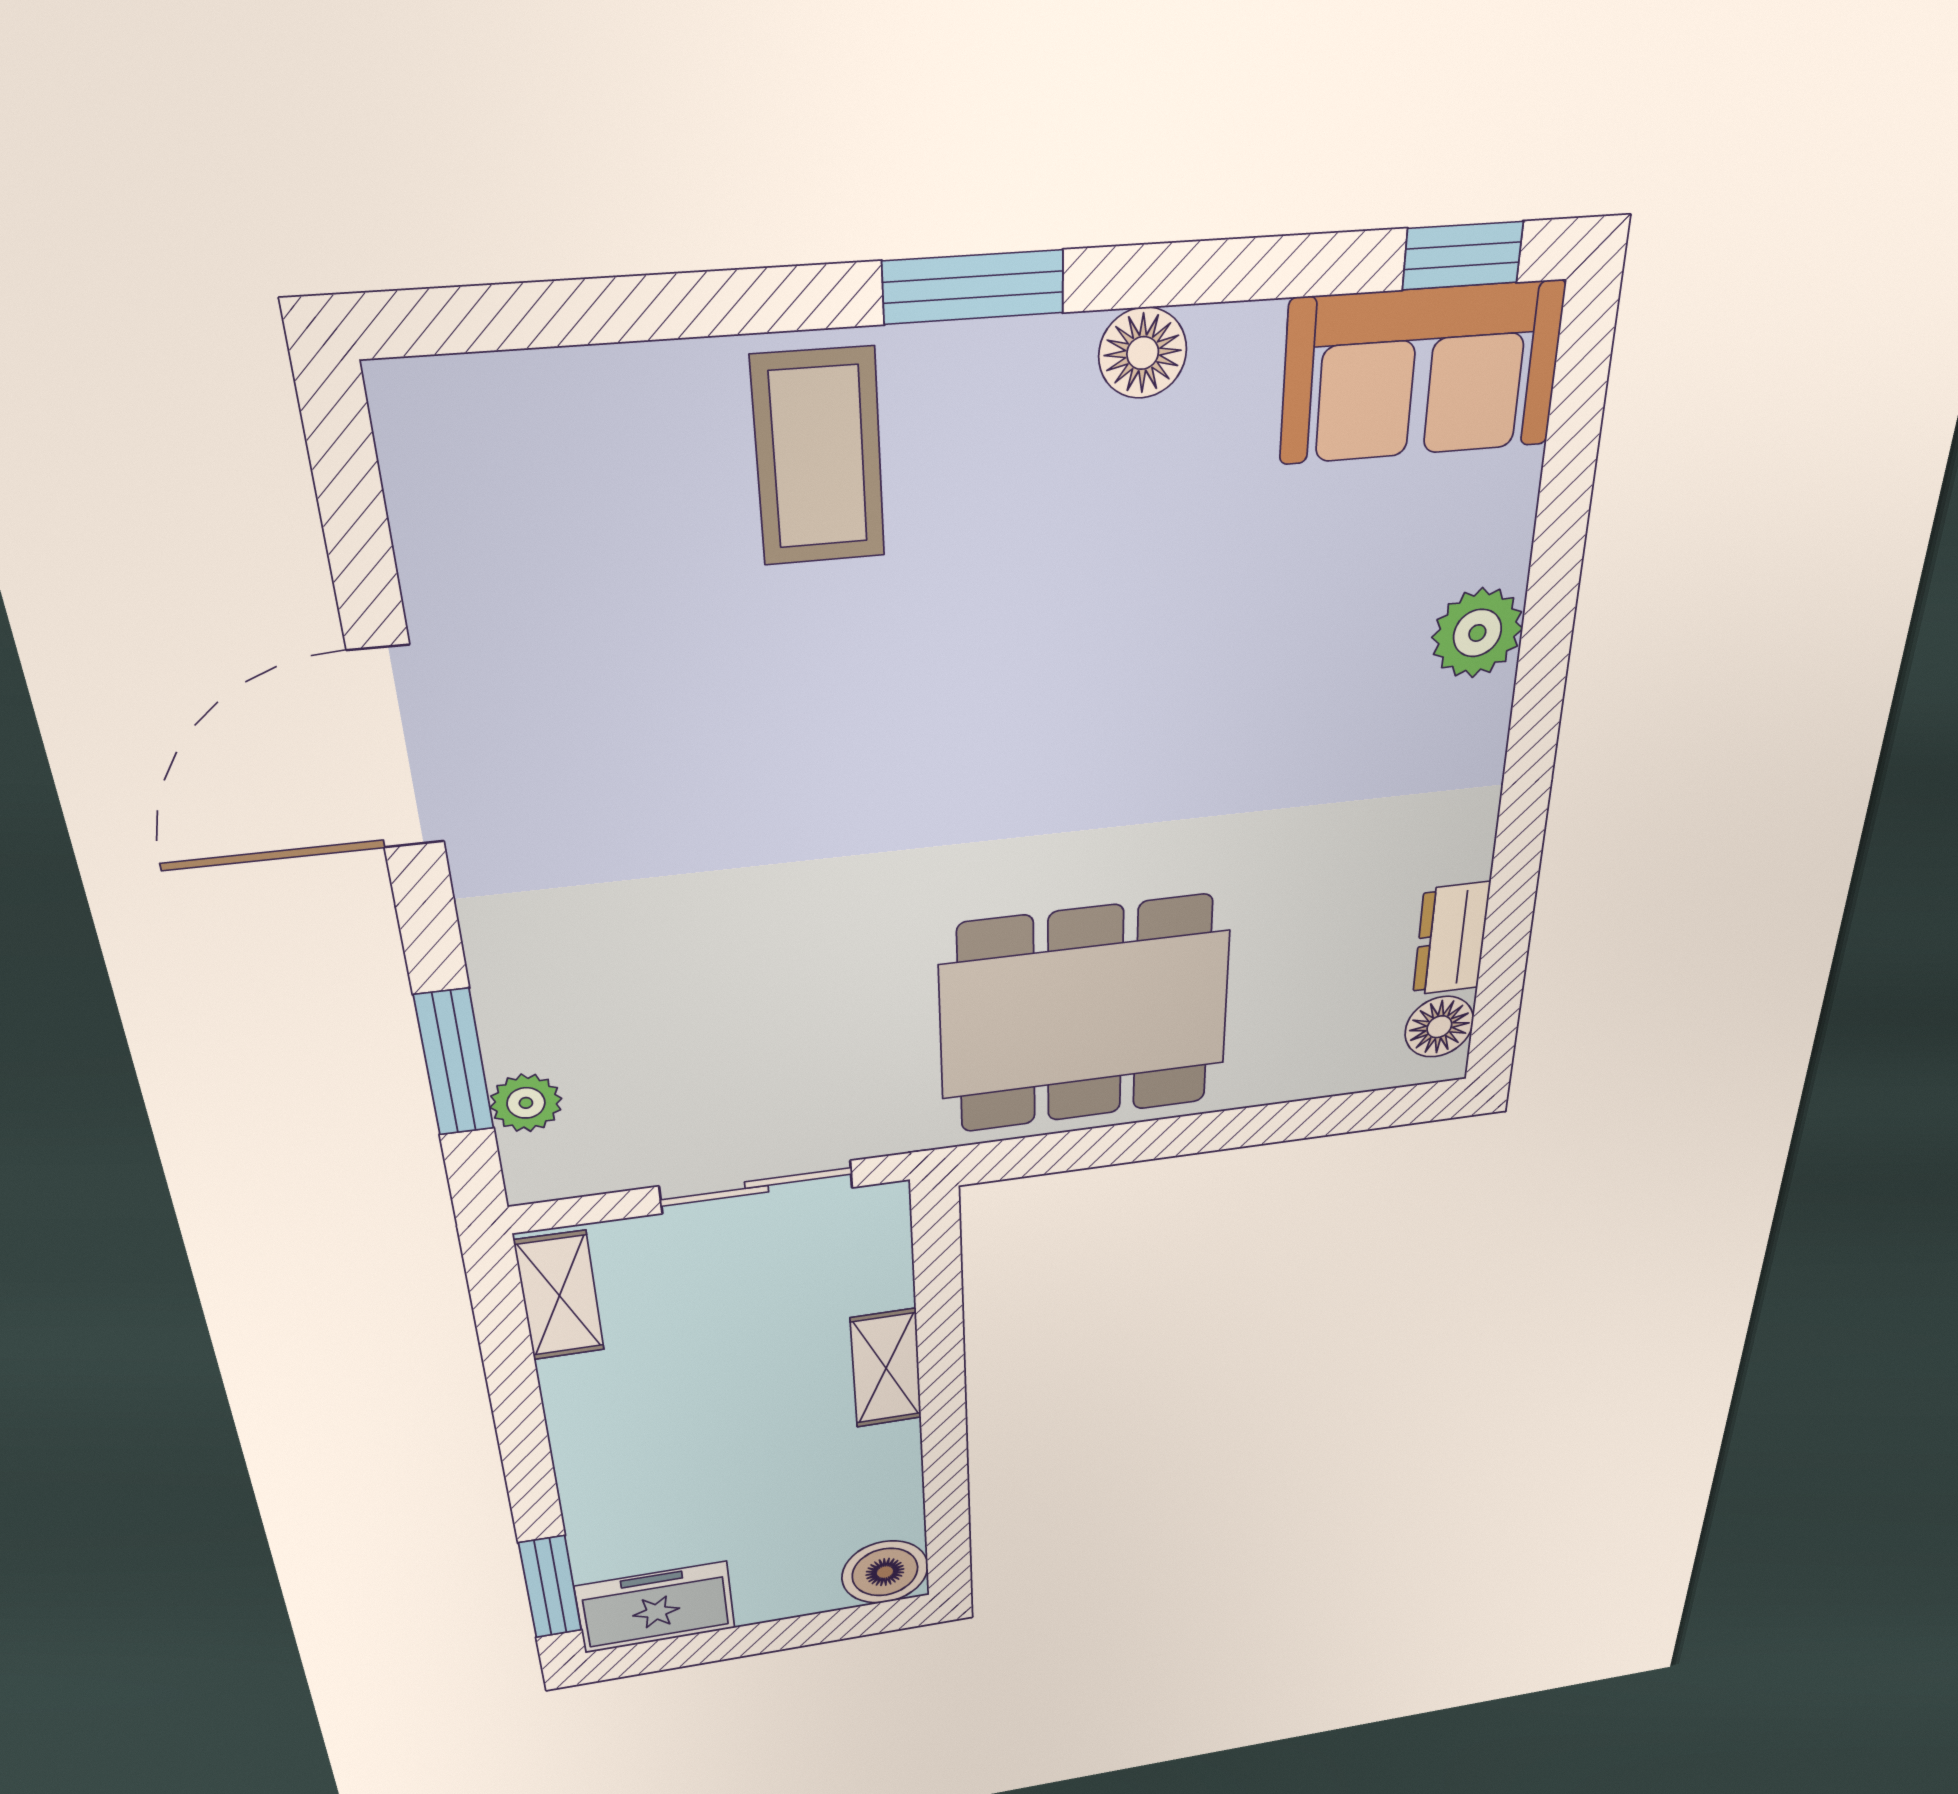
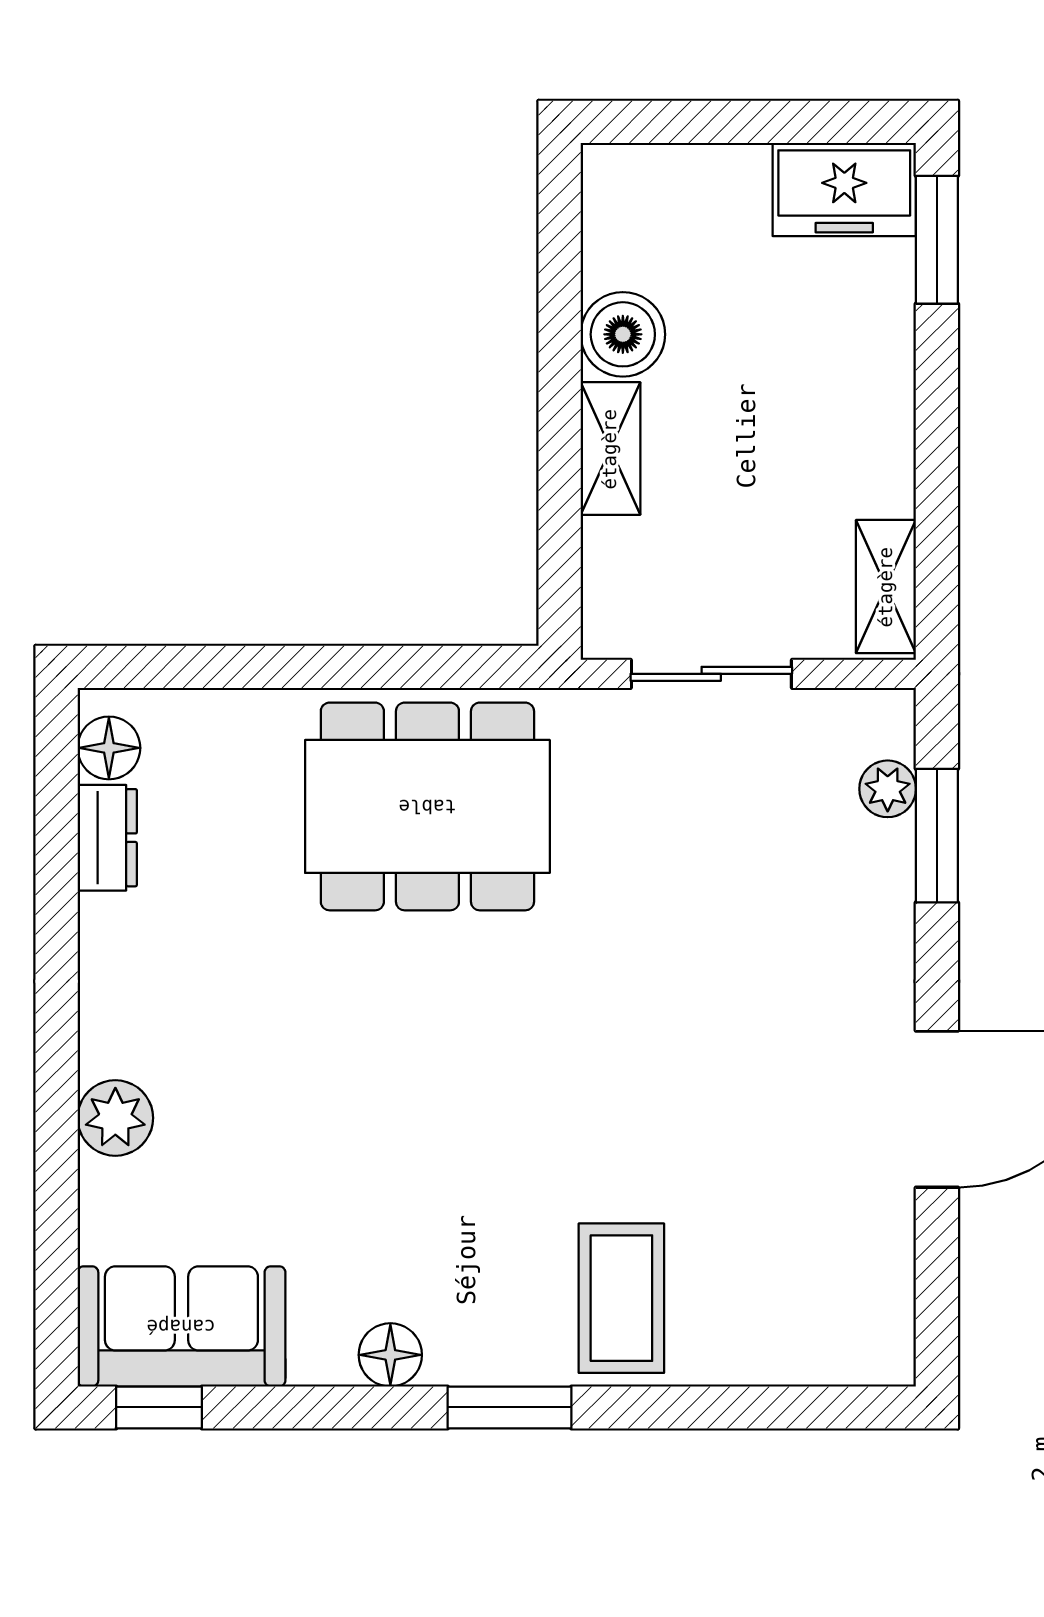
boiler: (885, 1572) -> (623, 334), moved

